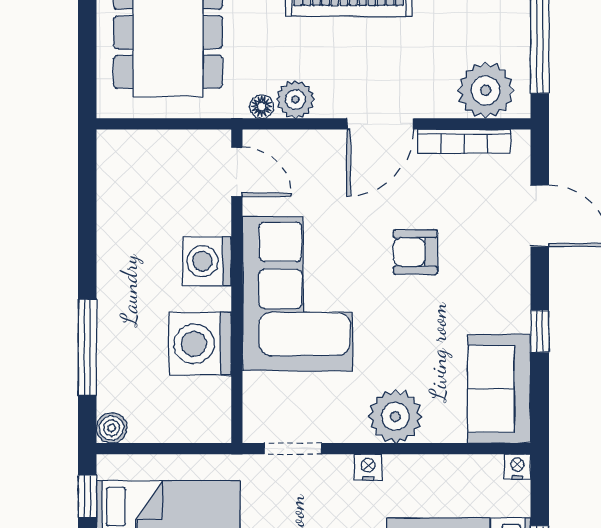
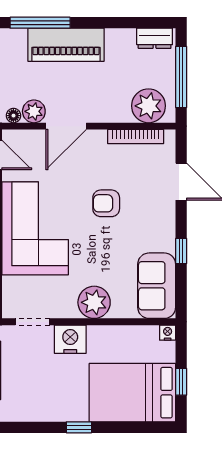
door: (380, 124) -> (66, 126), moved
nightstand: (368, 467) -> (70, 339), width x1.89, depth x1.79

